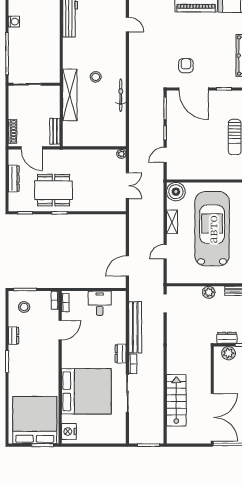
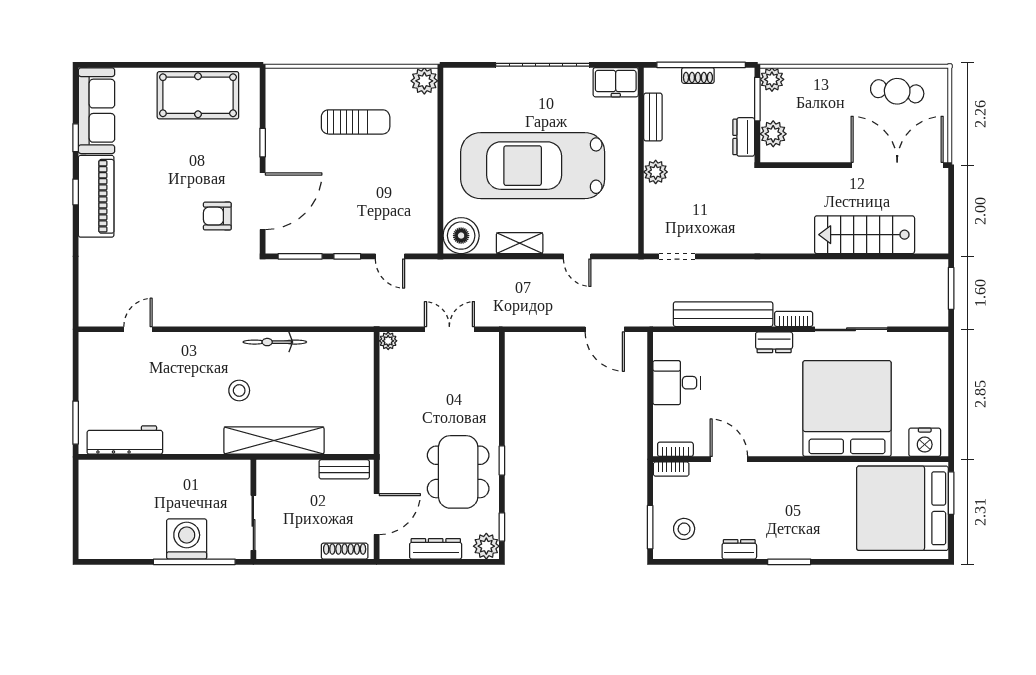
washing machine: (14, 22) -> (187, 539), moved, width x1.89, depth x1.89
plant: (15, 205) -> (486, 546), added

